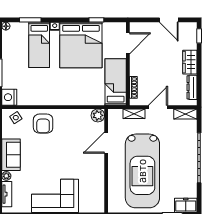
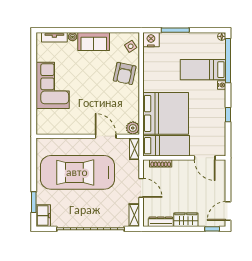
window: (30, 20) -> (228, 61), width x2.11
window: (96, 20) -> (228, 115), moved
door: (169, 20) -> (228, 211), moved
bed: (81, 45) -> (166, 113), moved, turned 180
shelving: (134, 114) -> (135, 149), moved
armchair: (43, 124) -> (125, 73), turned -78
garage door: (199, 158) -> (90, 229), width x1.36

